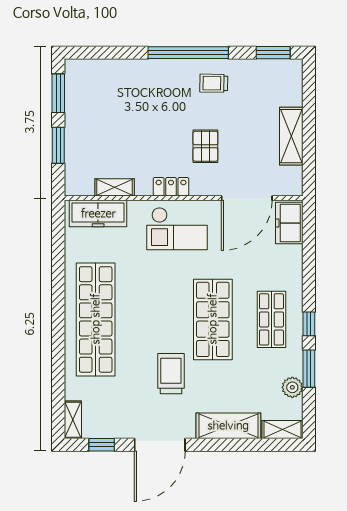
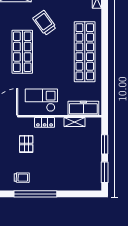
trolley: (171, 374) -> (45, 23), turned 144

